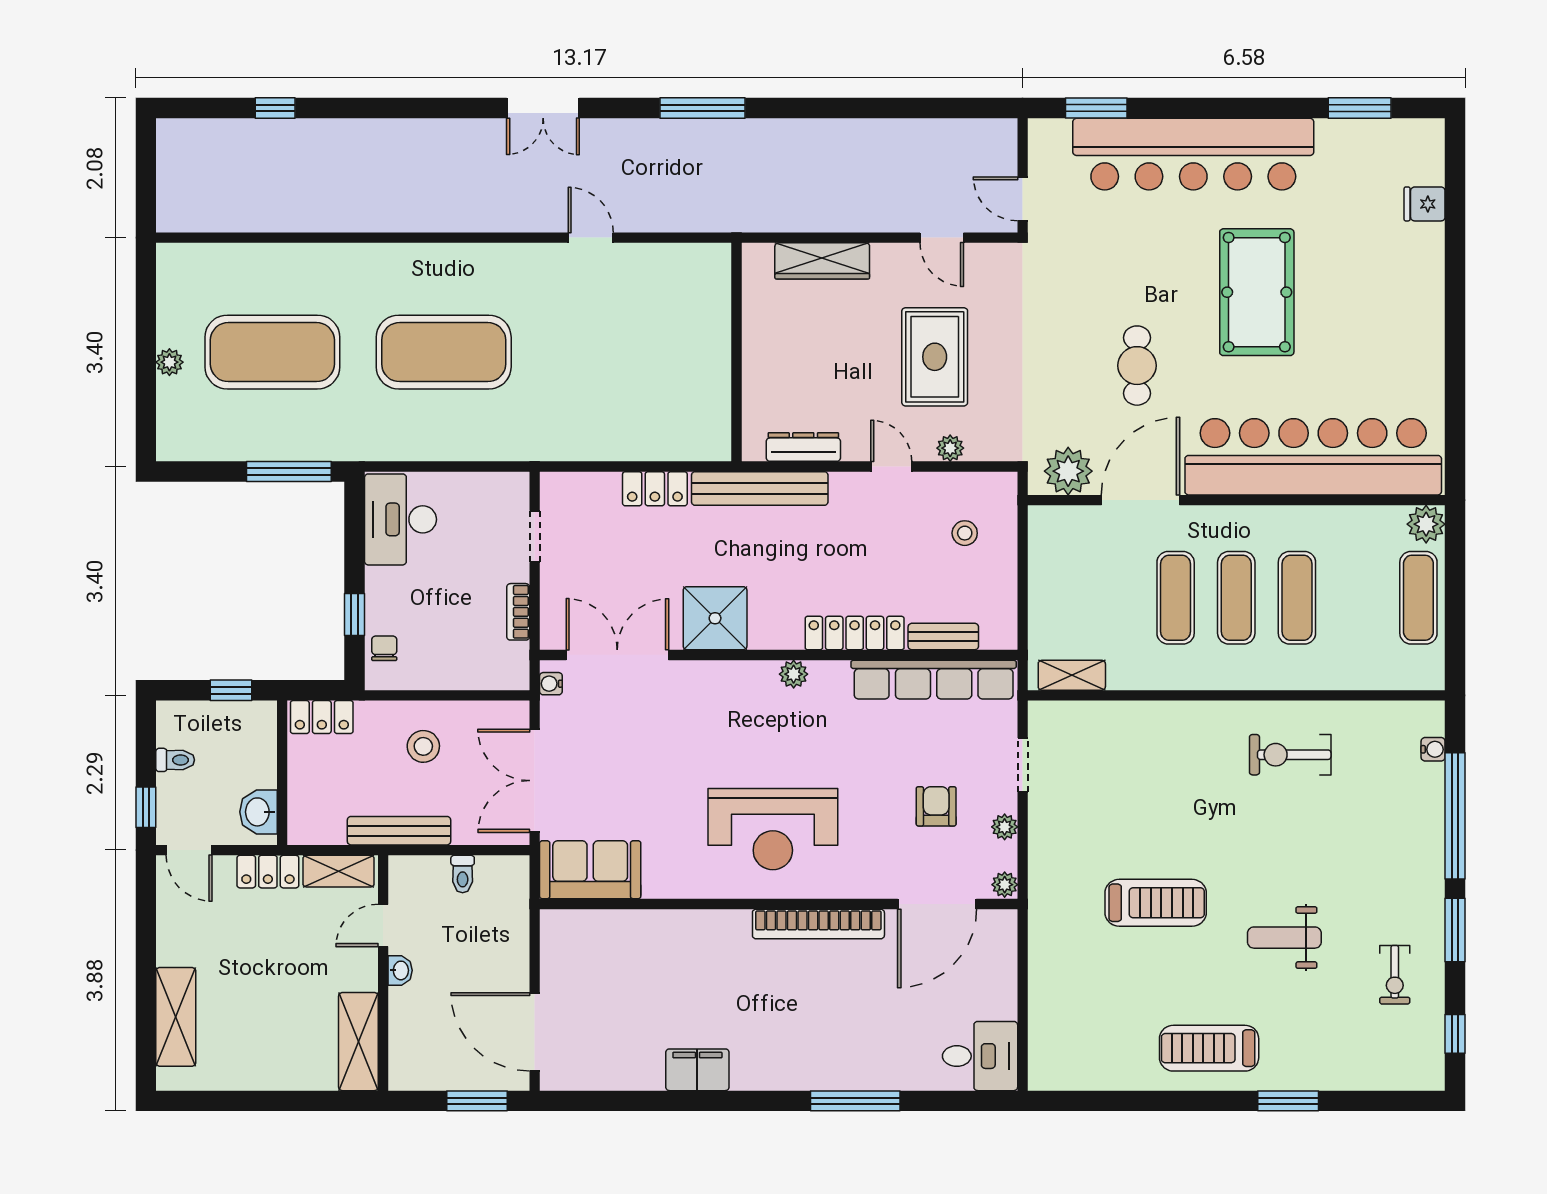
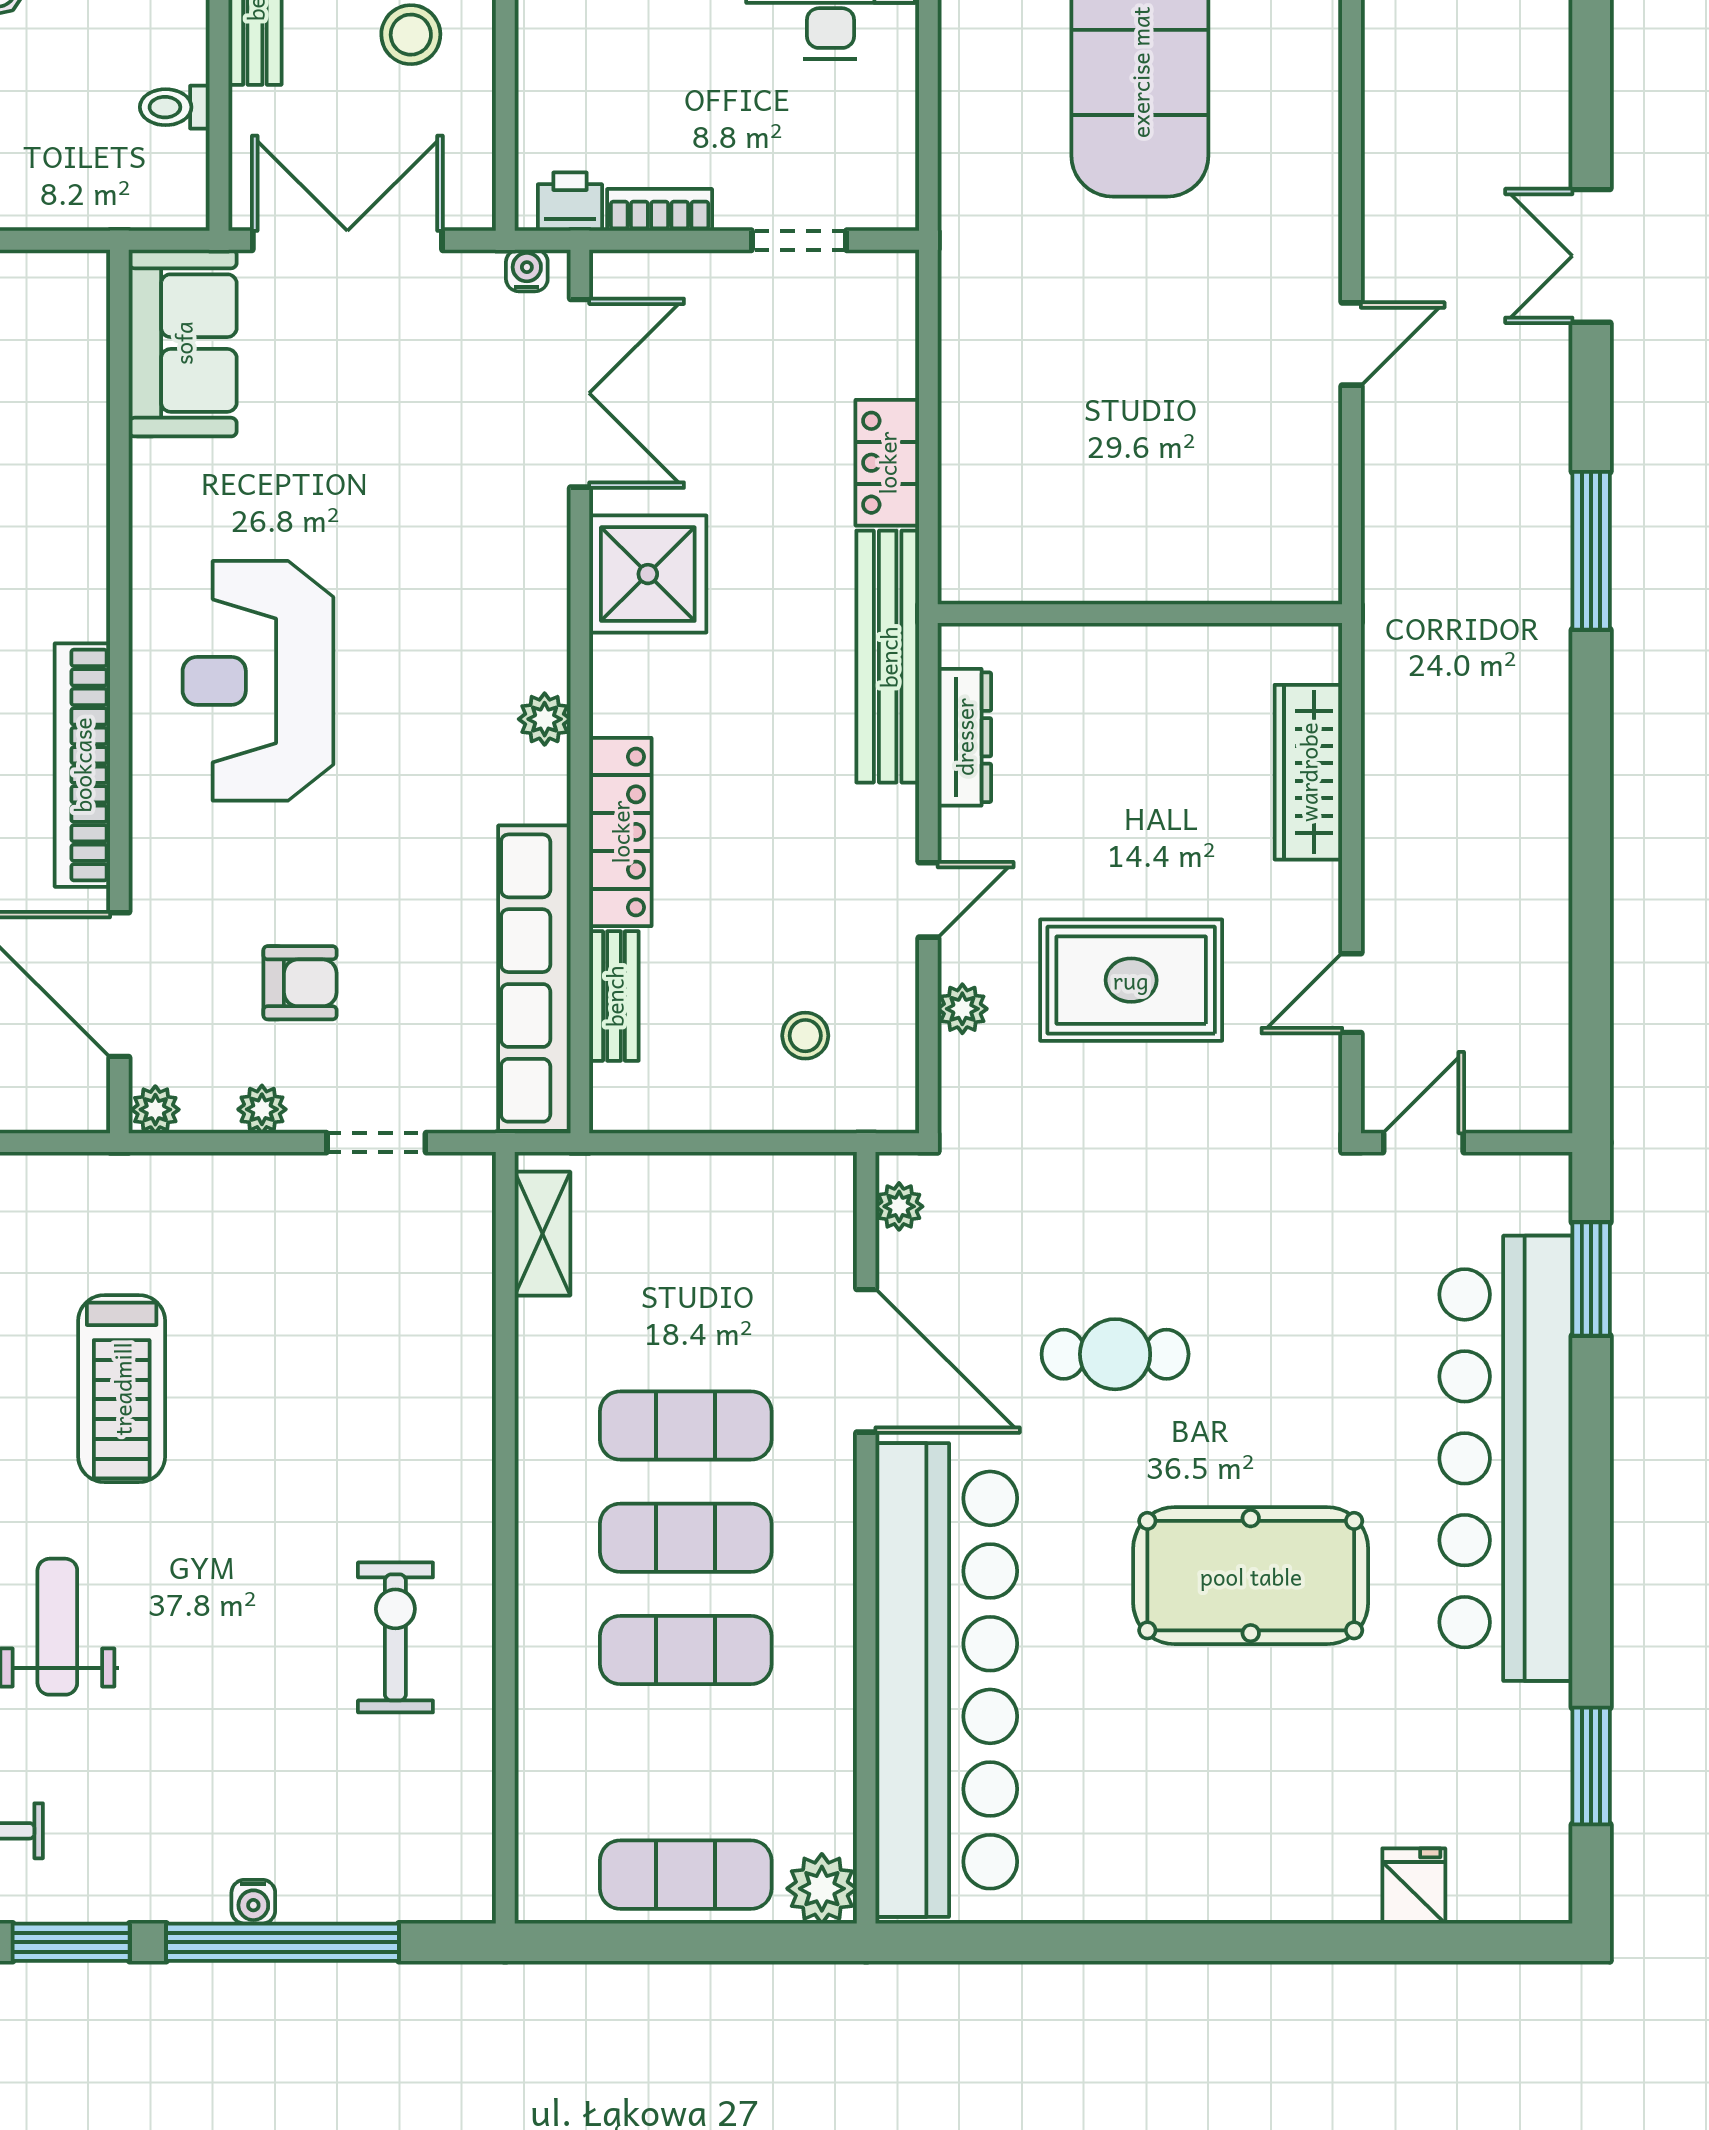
plant: (1068, 471) -> (899, 1206), width x0.53, depth x0.53
printer: (514, 660) -> (570, 202), added
water cooler: (1433, 749) -> (253, 1902), moved

